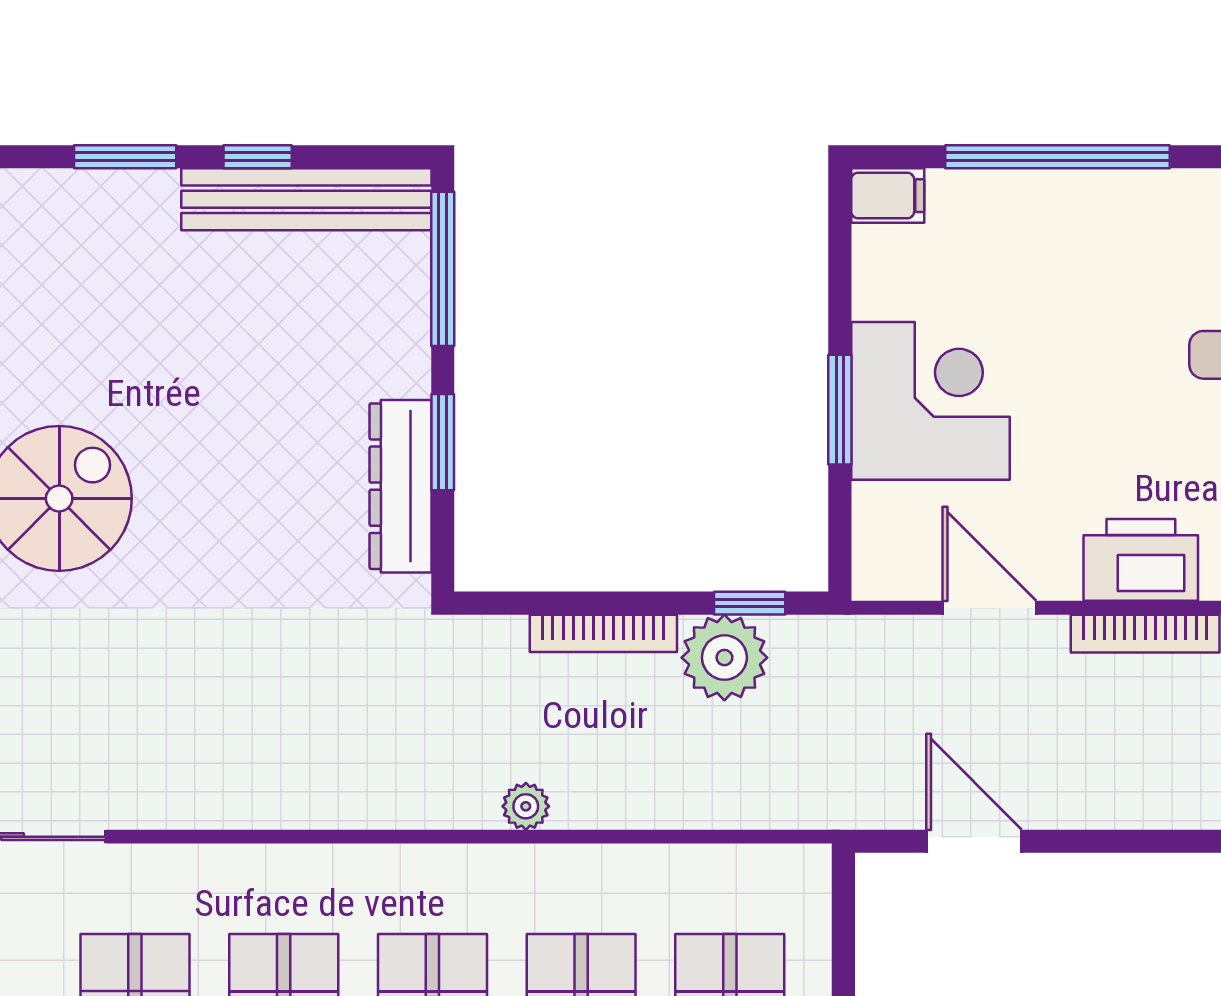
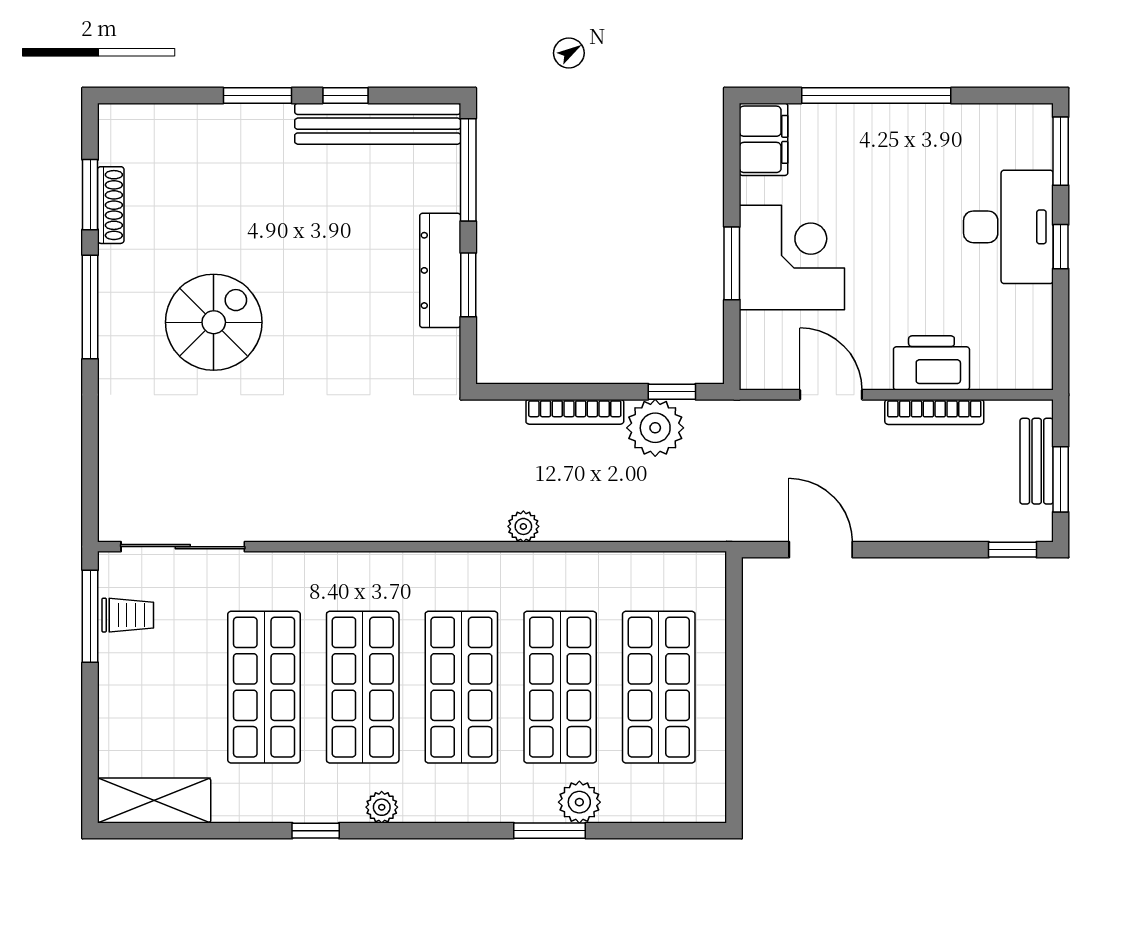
filing cabinet: (888, 196) -> (764, 139), width x2.00
dresser: (400, 486) -> (440, 270), moved

